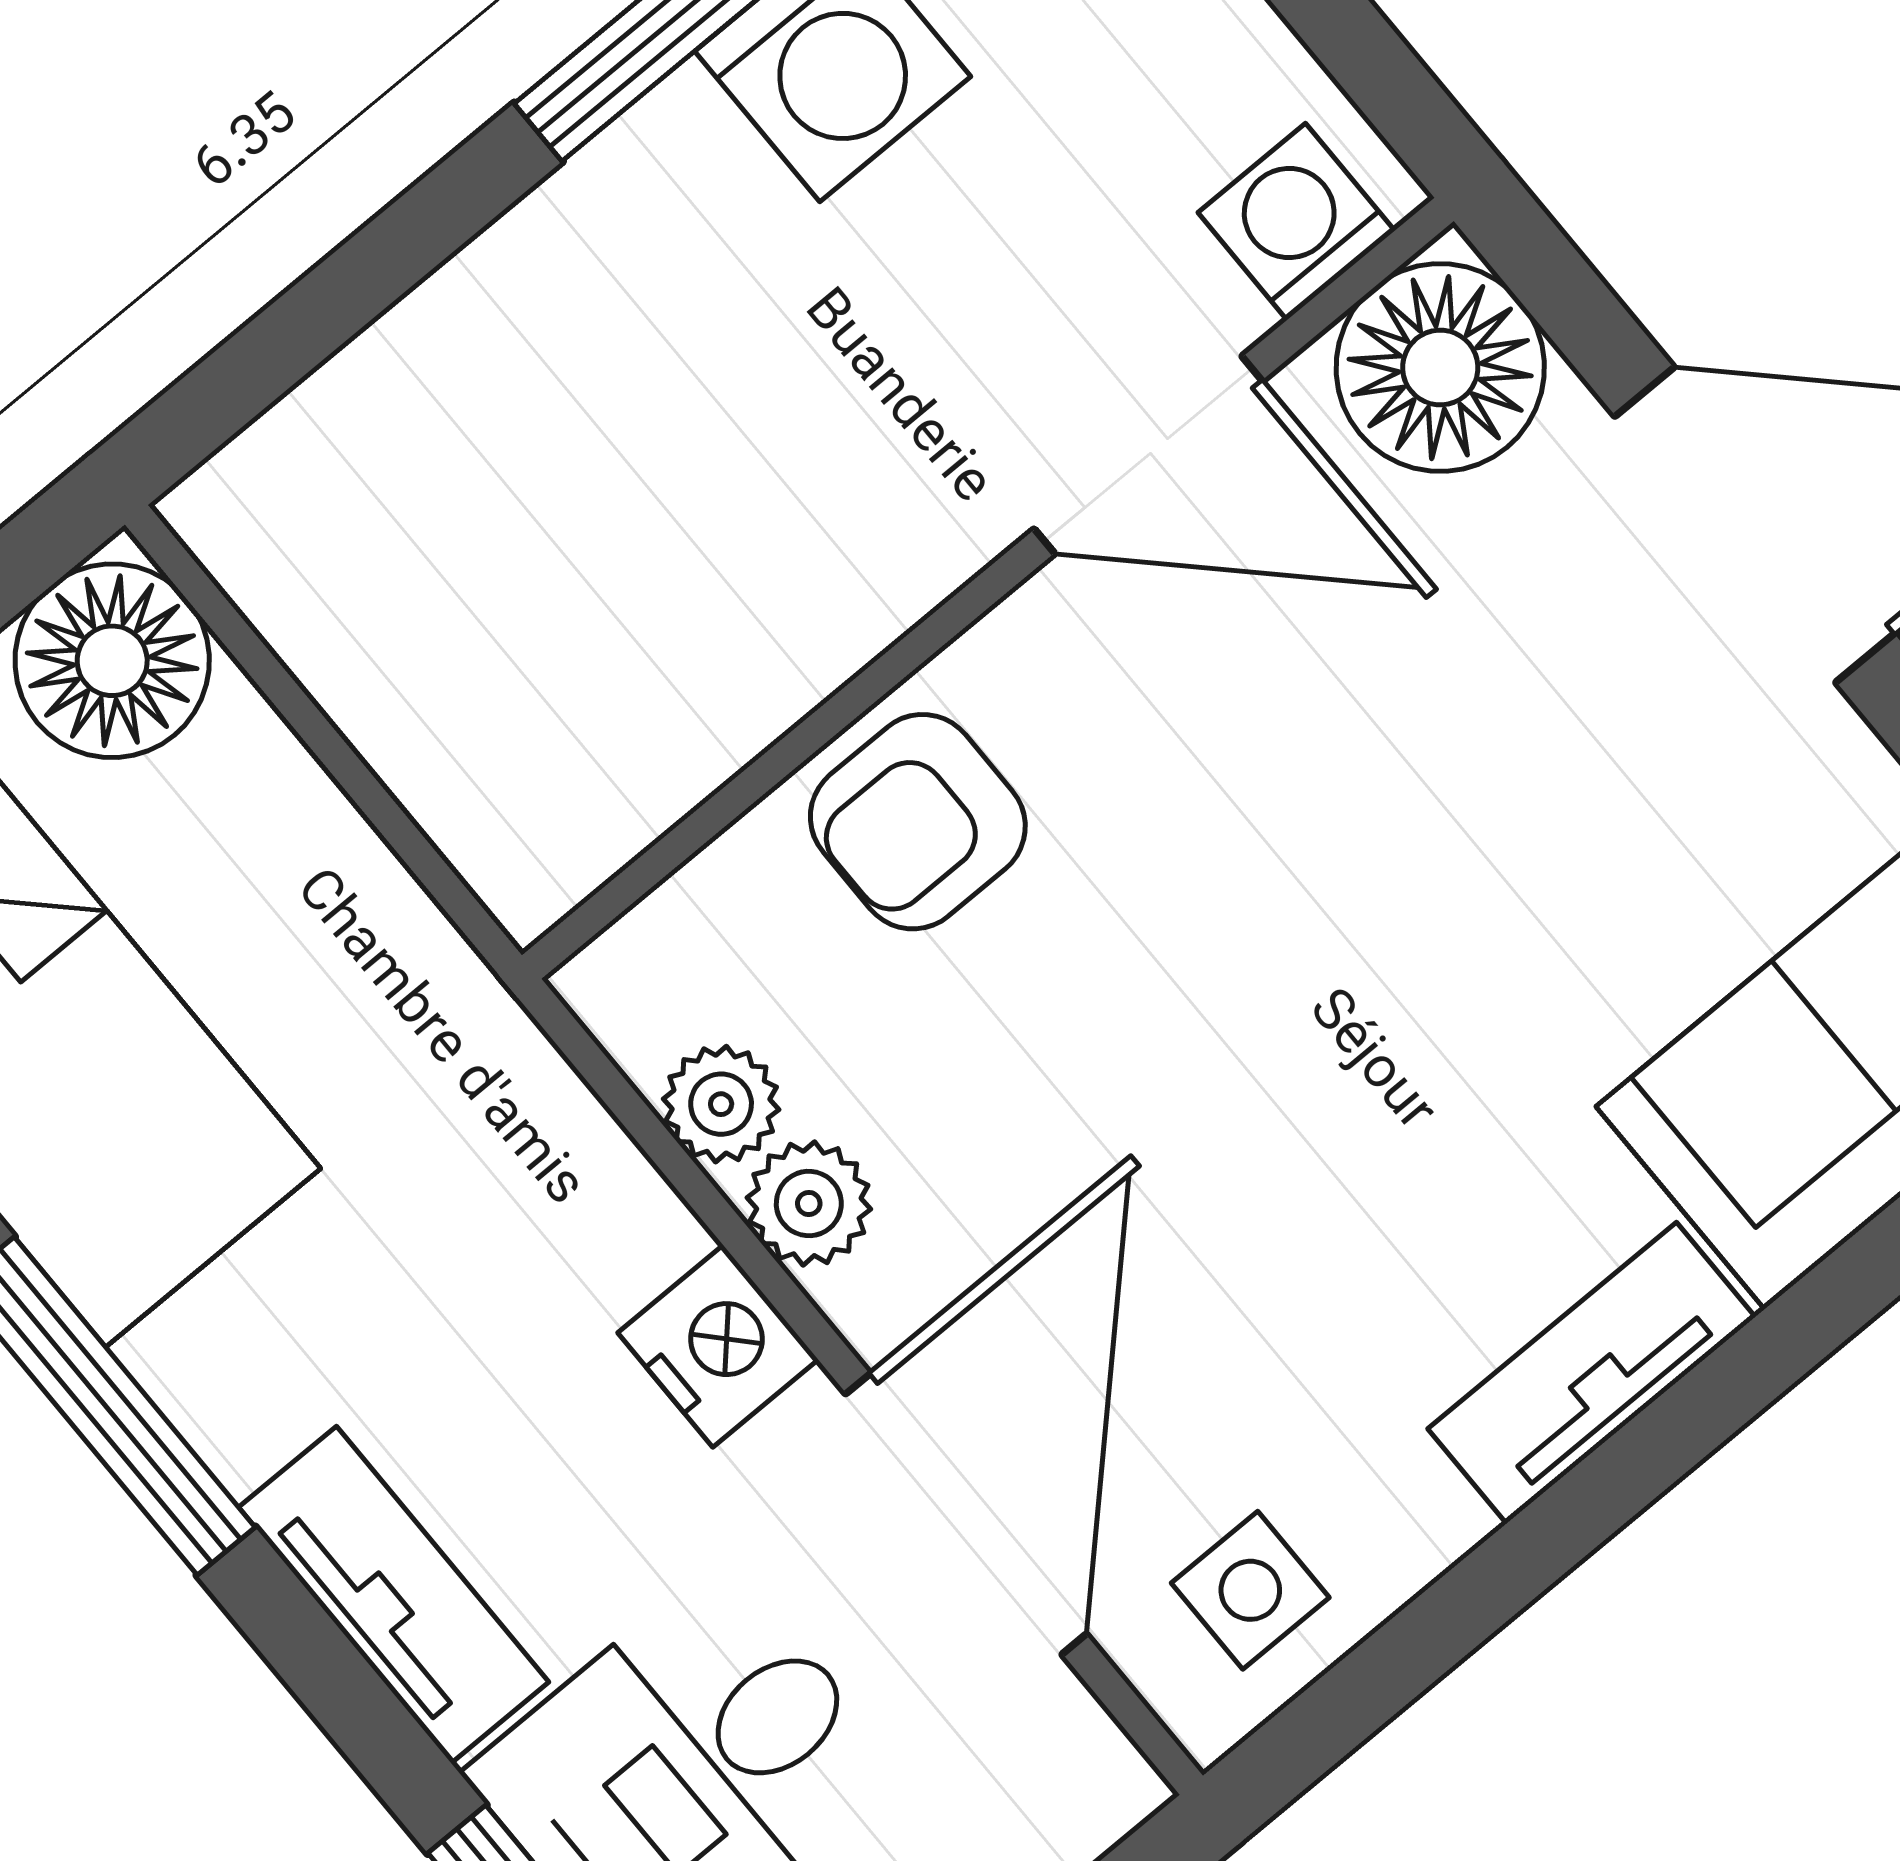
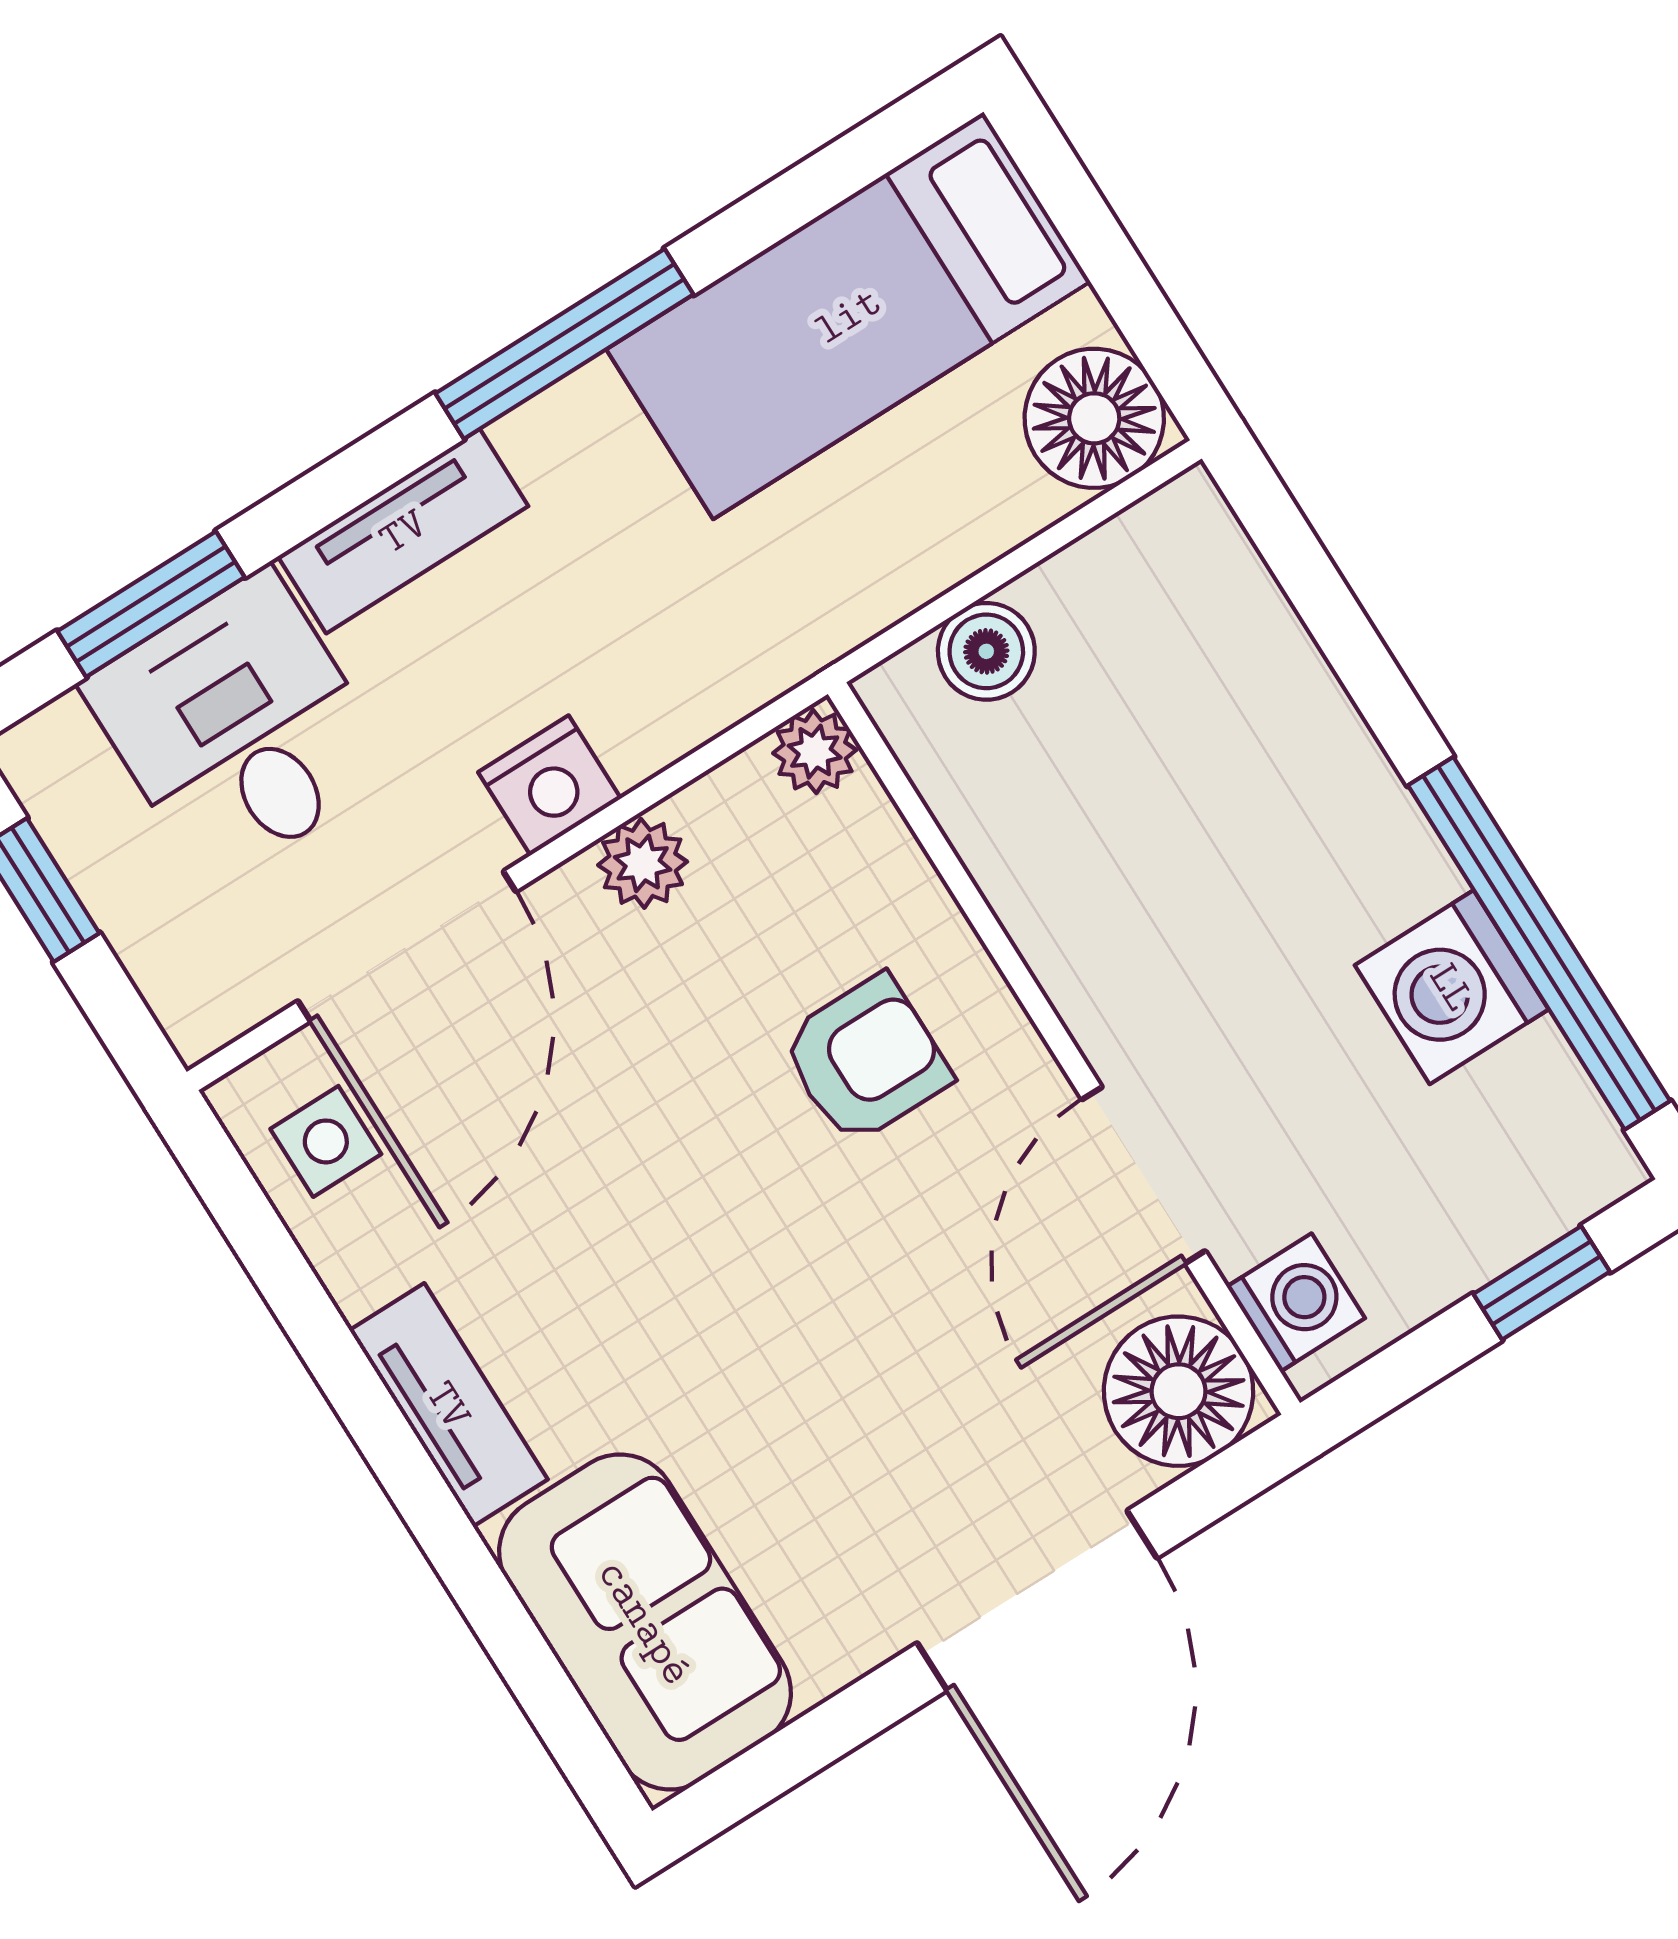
boiler: (454, 767) -> (986, 651), added
armchair: (918, 822) -> (866, 1060), moved, turned 90
plant: (721, 1104) -> (815, 752), moved
door: (966, 1514) -> (407, 946), hinge flipped

